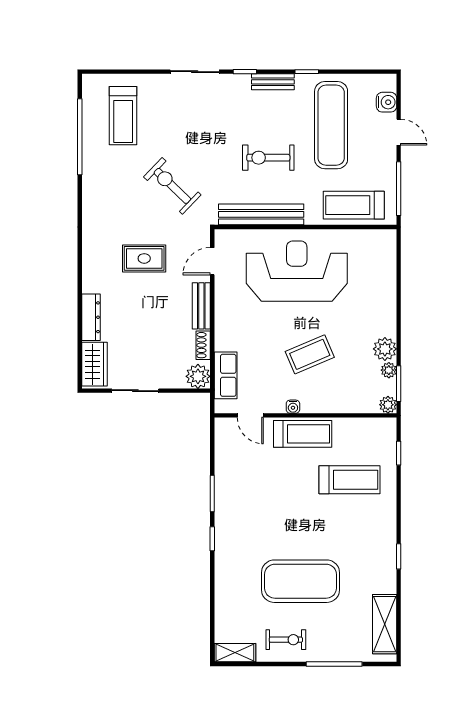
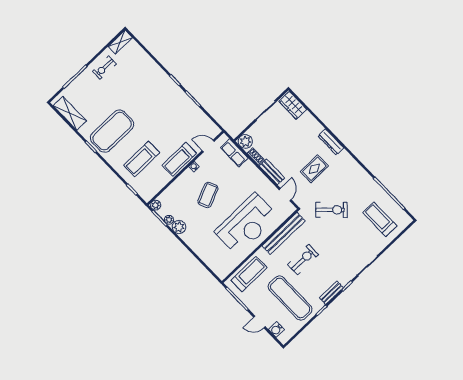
dresser: (91, 317) -> (331, 142), moved
exercise mat: (301, 581) -> (112, 131), moved

